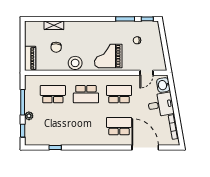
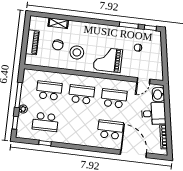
piano: (30, 58) -> (32, 42), moved
stool: (75, 63) -> (77, 52), moved
school desk: (86, 94) -> (82, 94), turned 180
school desk: (53, 126) -> (45, 122), added

